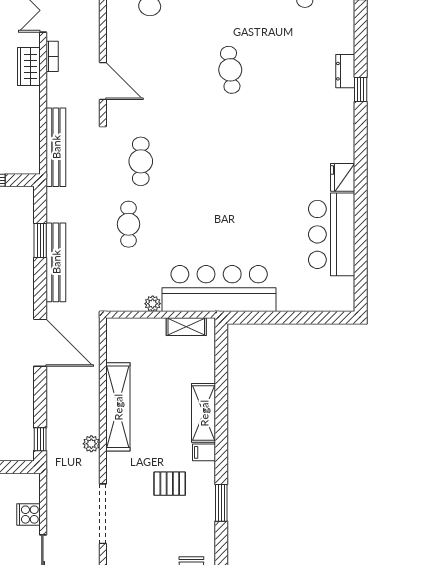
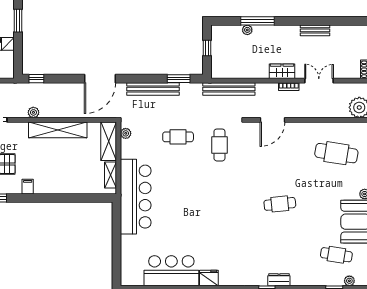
cafe table: (141, 161) -> (219, 145), turned 90
window: (40, 241) -> (179, 79), moved
plant: (153, 304) -> (126, 133), moved
shelving: (204, 413) -> (109, 141), moved, turned 90

